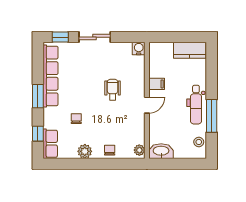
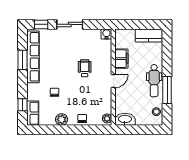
filing cabinet: (157, 84) -> (121, 59), width x2.00
window: (38, 96) -> (23, 60), moved

